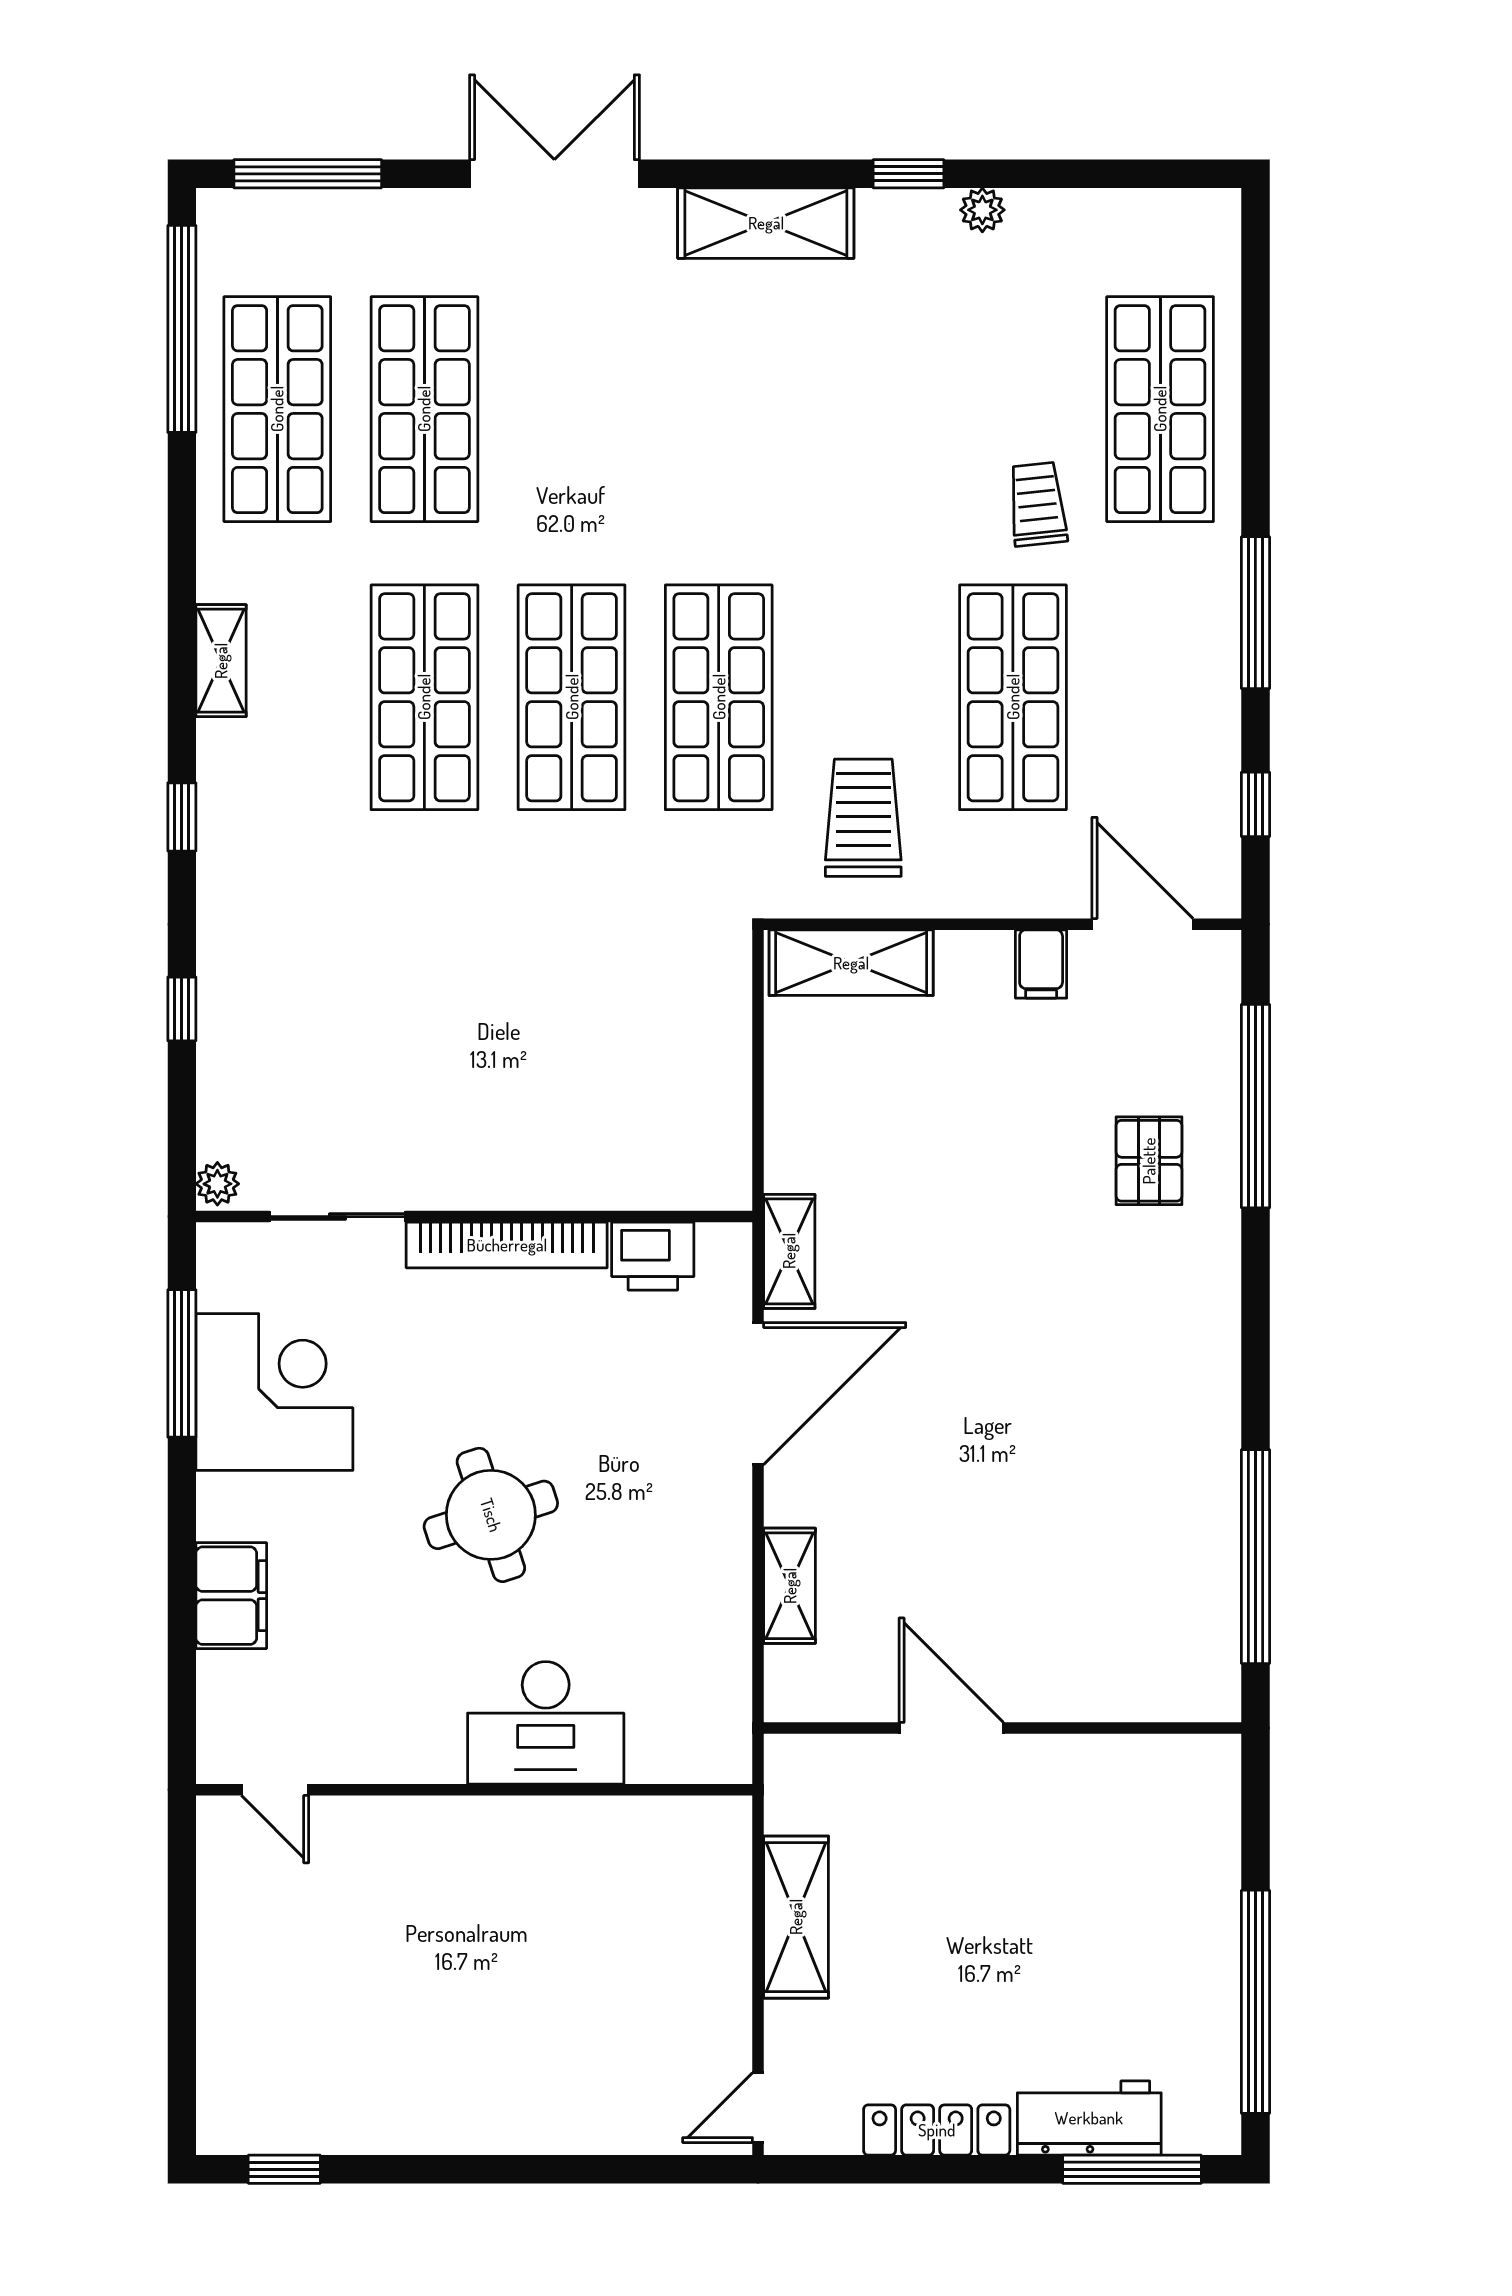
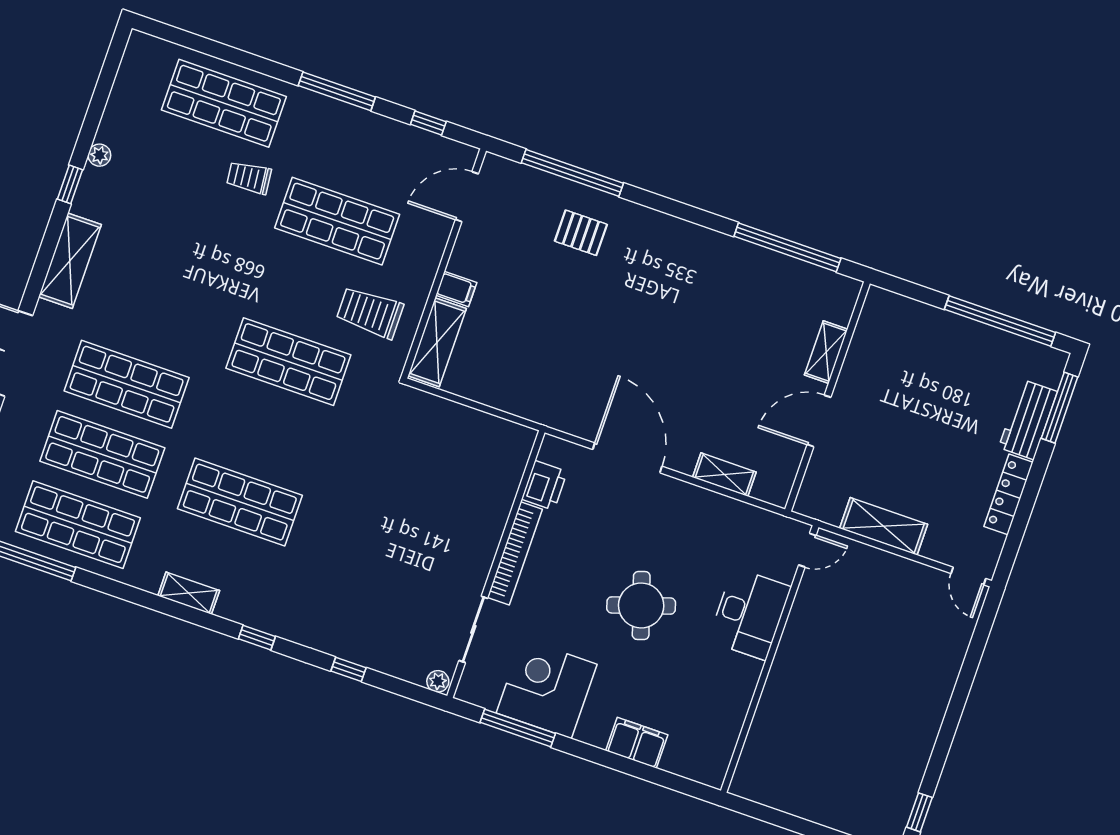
shop shelf: (572, 697) -> (127, 384), moved
filing cabinet: (1041, 964) -> (456, 289), moved
shelving: (789, 1251) -> (826, 352), moved, turned 90
door: (275, 1790) -> (807, 550), moved

